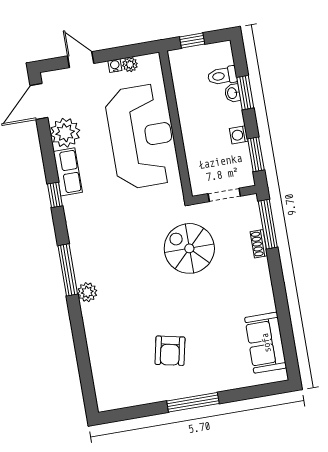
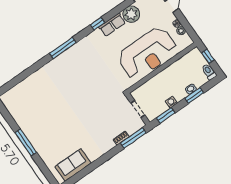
toilet: (222, 76) -> (209, 72), moved
spiral stairs: (189, 248) -> (102, 104), removed
plant: (87, 292) -> (56, 63), removed
armchair: (170, 351) -> (46, 119), removed

